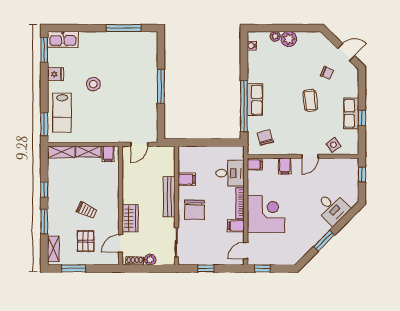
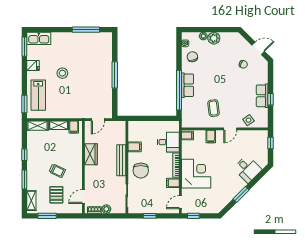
coffee table: (310, 100) -> (214, 108), moved
chair: (265, 137) -> (192, 57), moved
wardrobe: (130, 218) -> (91, 154), moved

